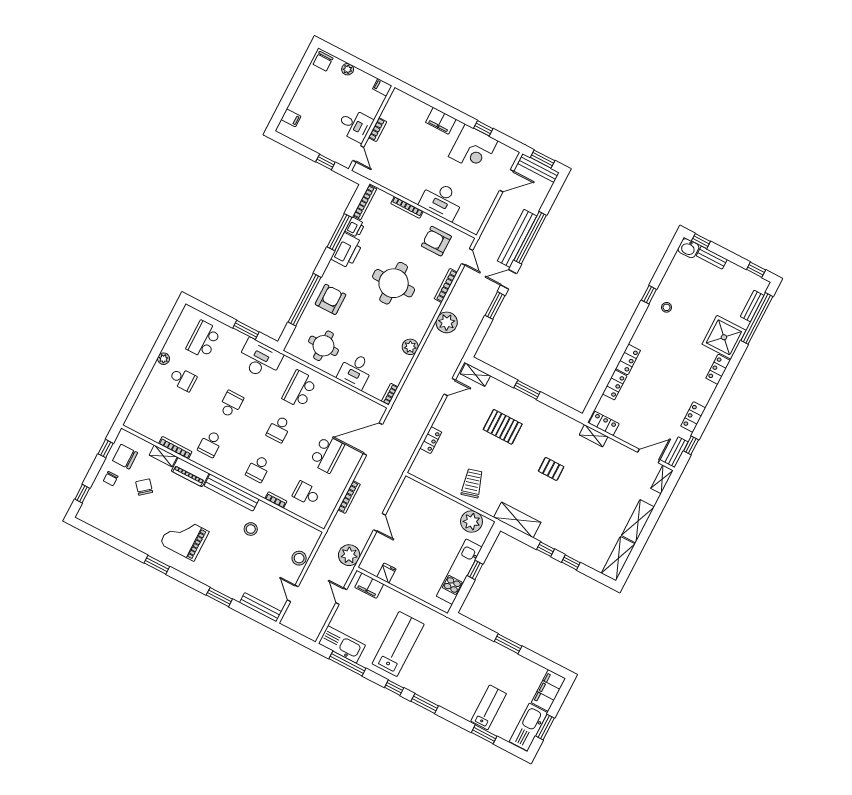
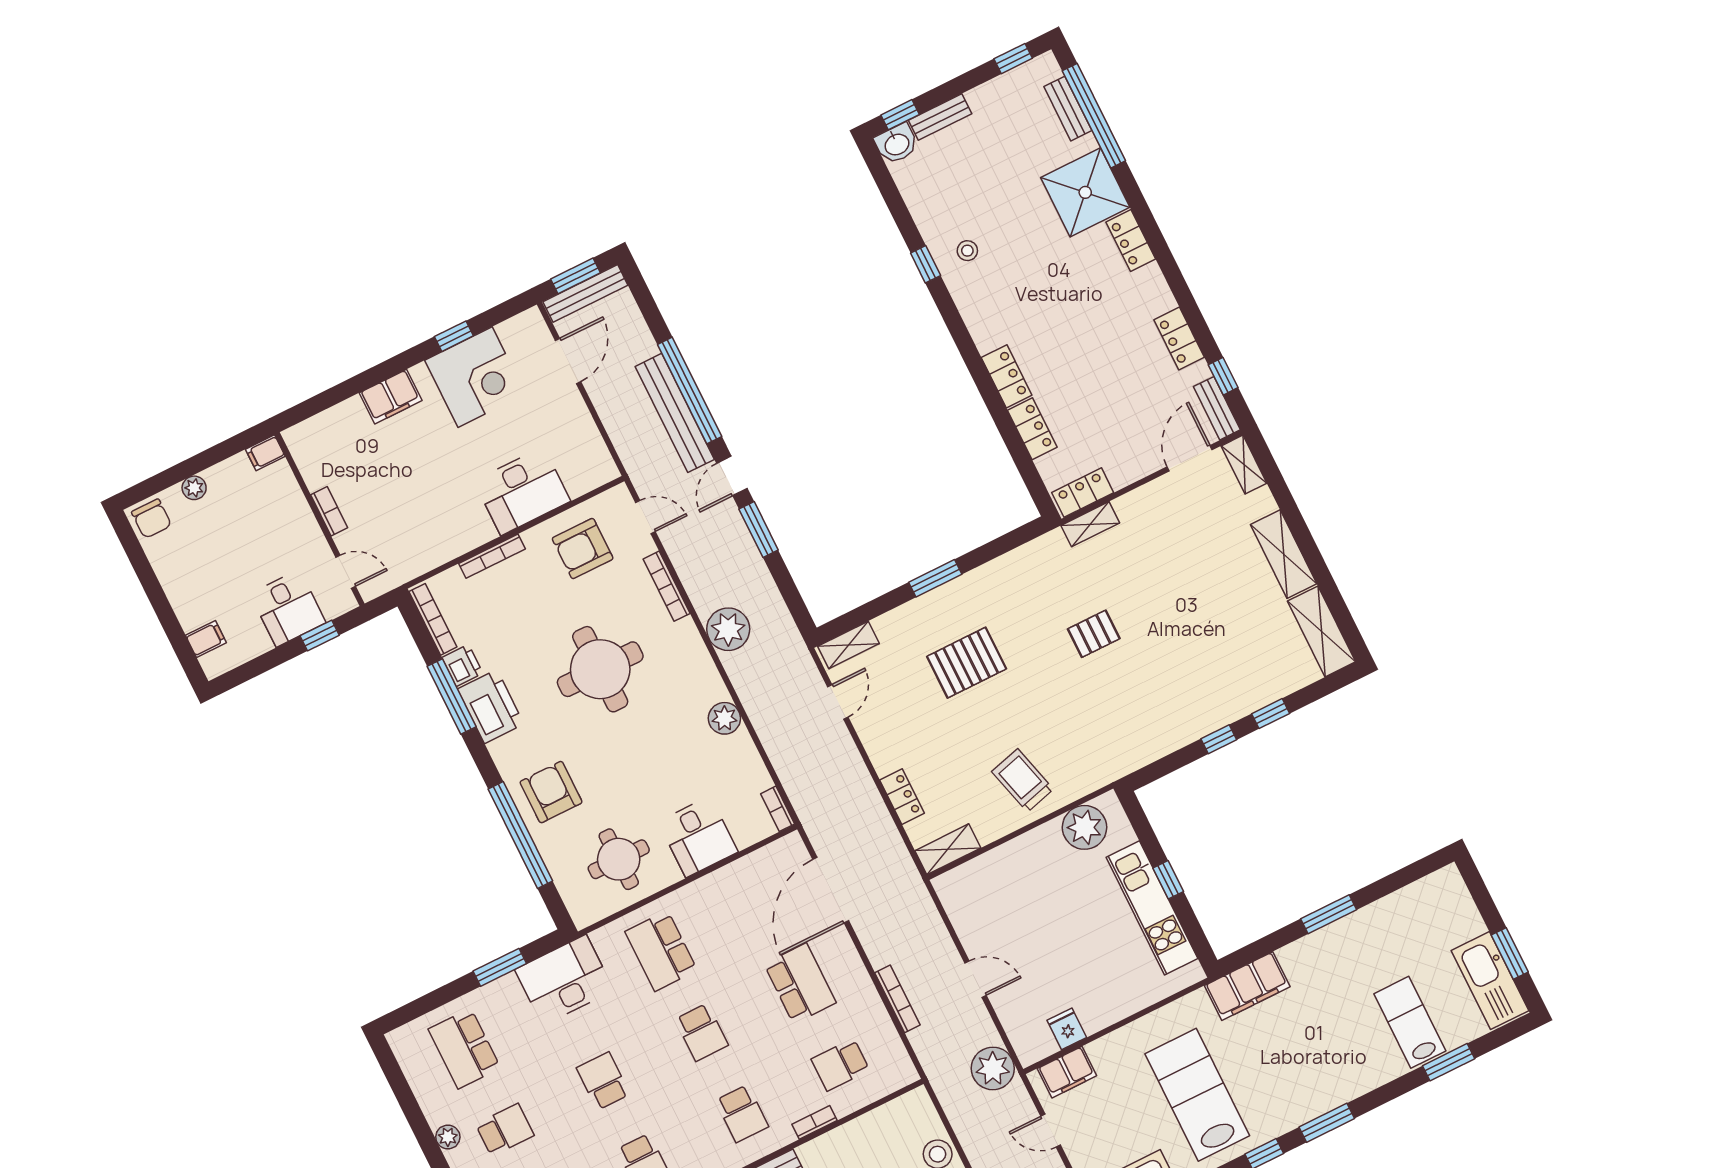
desk: (355, 125) -> (288, 608), moved, turned 90
shelving: (517, 520) -> (948, 849), moved, width x0.67, depth x0.75
filing cabinet: (548, 690) -> (1247, 986), moved, turned -90

